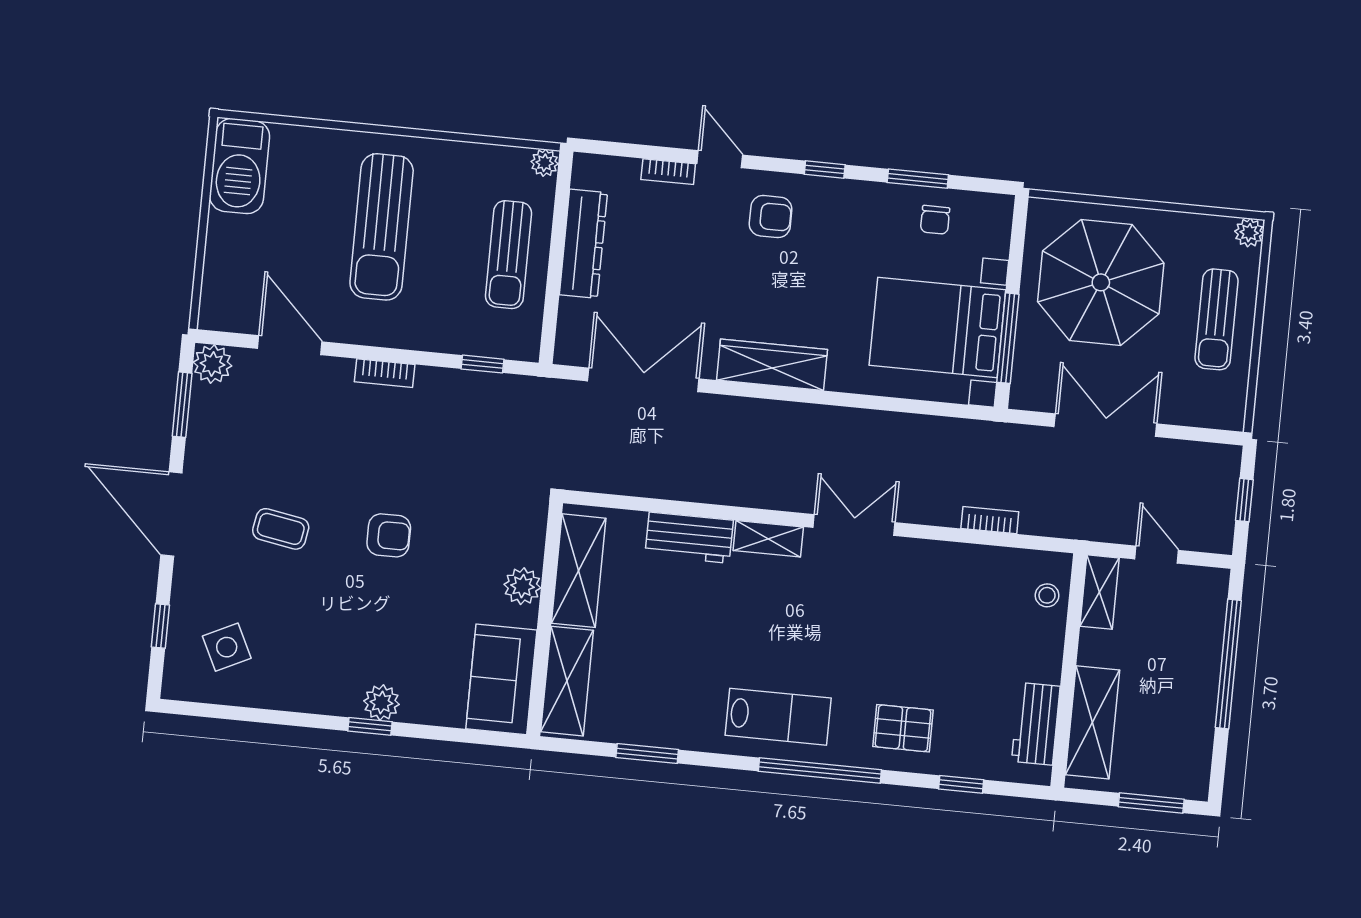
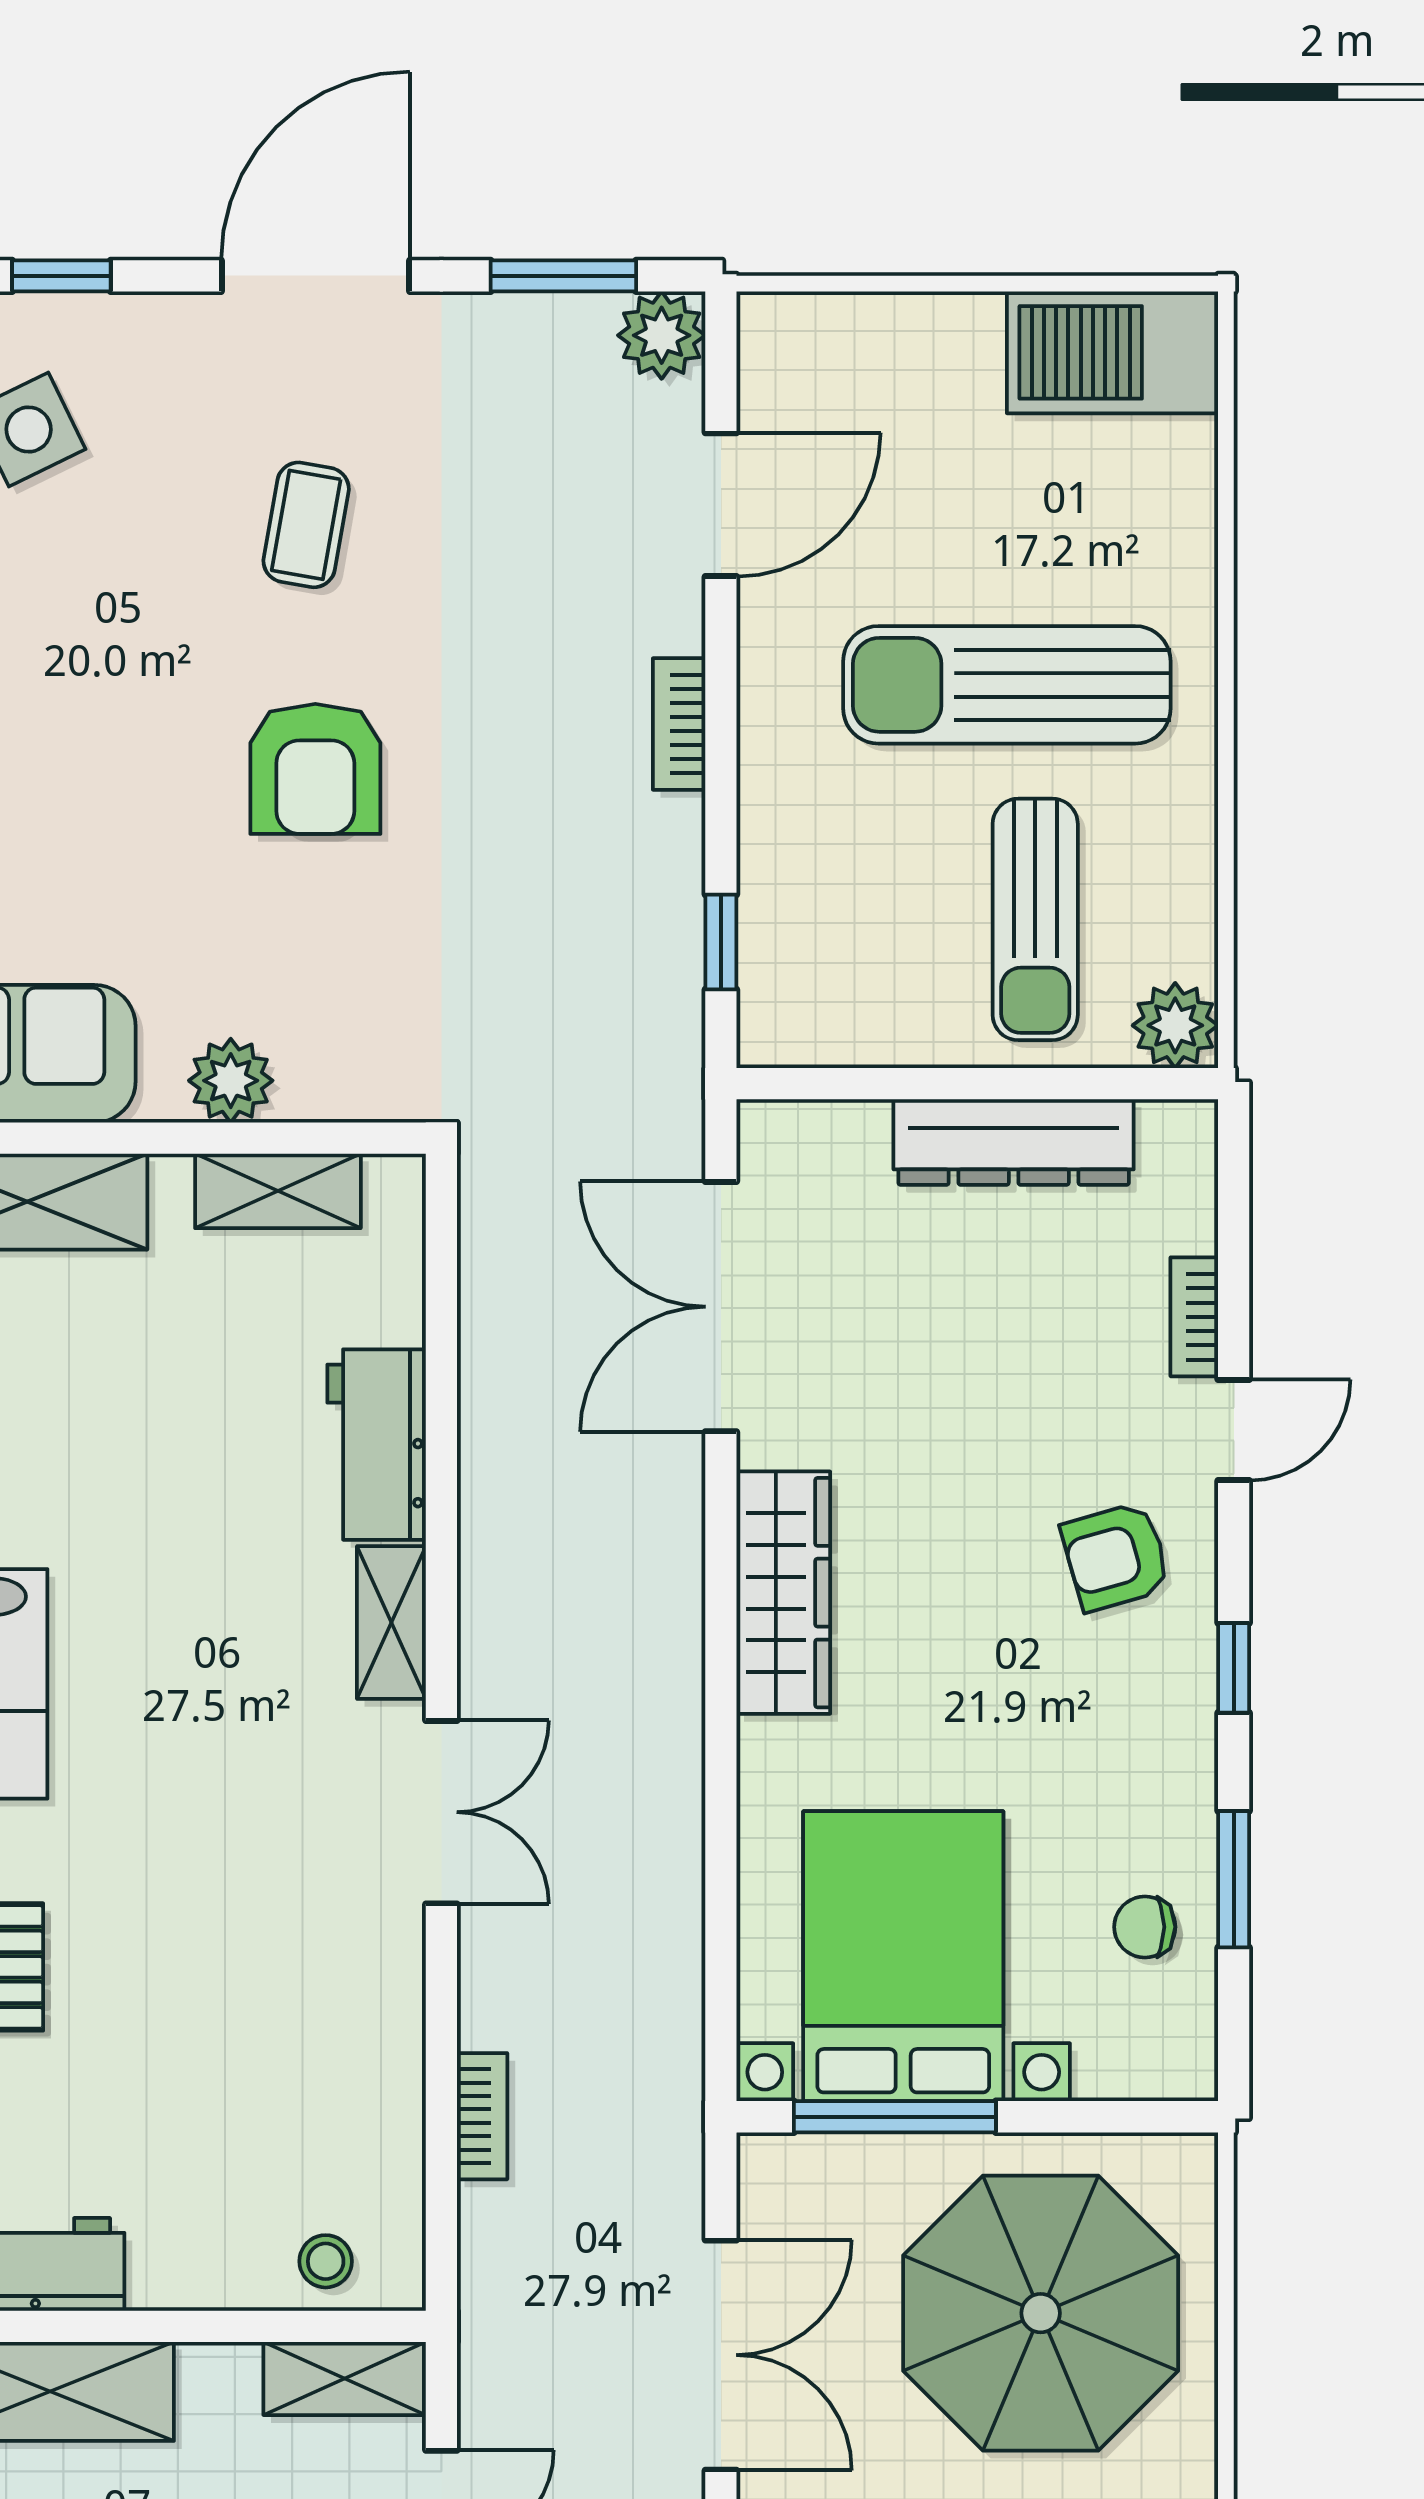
plant: (545, 163) -> (1175, 1025), width x1.38, depth x1.38
armchair: (771, 217) -> (1116, 1557), turned 74
sun lounger: (509, 255) -> (1035, 919), moved, turned -90
double door: (643, 380) -> (721, 1307), swing flipped
armchair: (389, 535) -> (315, 769), width x1.38, depth x1.38
shelving: (579, 571) -> (278, 1191), width x0.67, depth x0.75

